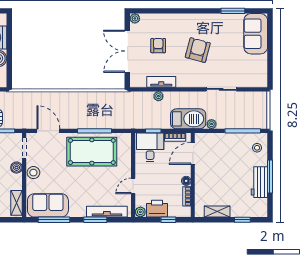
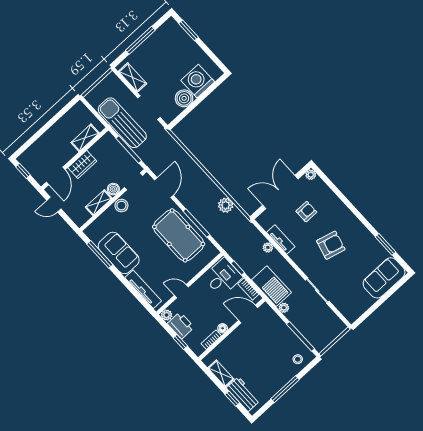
plant: (101, 99) -> (226, 205), added
workbench: (259, 182) -> (243, 394), moved, turned 90
shelving: (17, 203) -> (99, 203), moved
sofa: (48, 205) -> (119, 253), moved
window: (95, 220) -> (129, 286), removed

